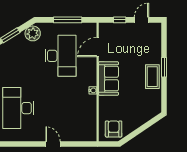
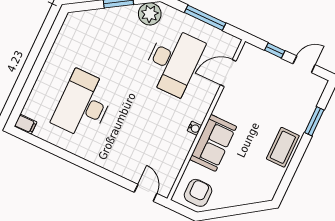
window: (164, 67) -> (314, 121), moved
sofa: (109, 79) -> (213, 143), moved
door: (53, 144) -> (146, 193), moved

